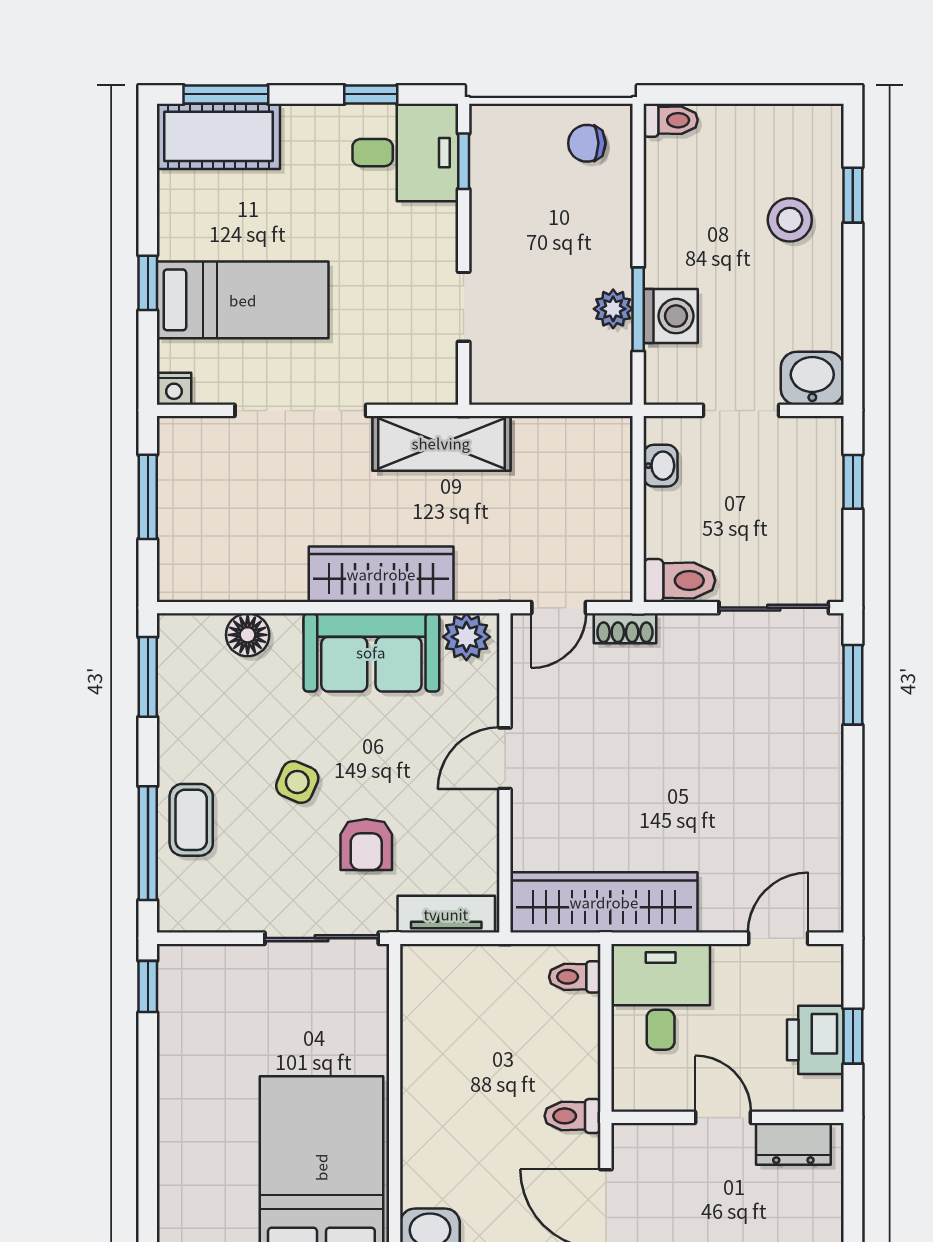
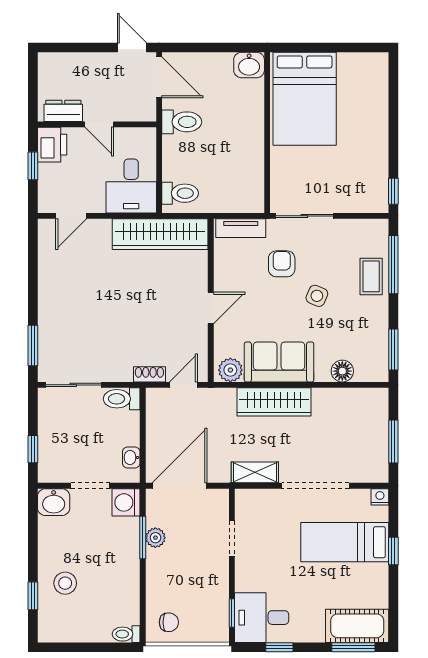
washing machine: (671, 316) -> (126, 502), moved
door: (566, 410) -> (180, 486), added
shelving: (441, 443) -> (255, 472), width x0.67, depth x0.75
toilet: (575, 977) -> (180, 193), width x1.37, depth x1.39
printer: (815, 1040) -> (52, 145), moved
toilet: (572, 1116) -> (182, 122), width x1.37, depth x1.39

